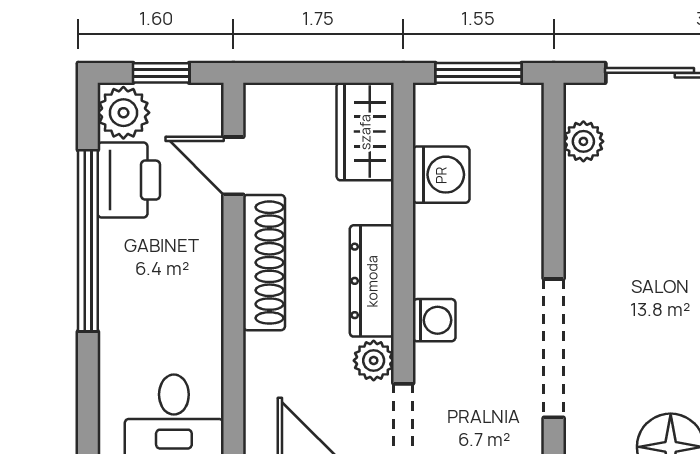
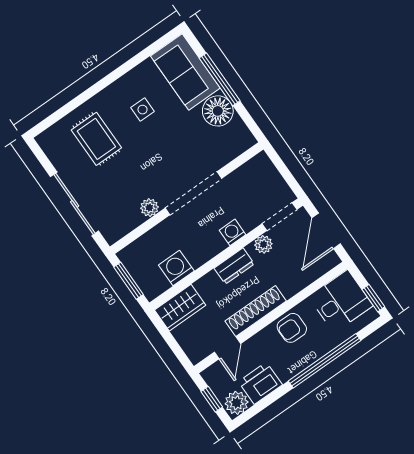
plant: (583, 141) -> (149, 208), moved
window: (88, 241) -> (325, 361), moved
dresser: (372, 281) -> (234, 266), width x0.70
armchair: (188, 306) -> (292, 328), added
doorway: (554, 348) -> (193, 193), moved

